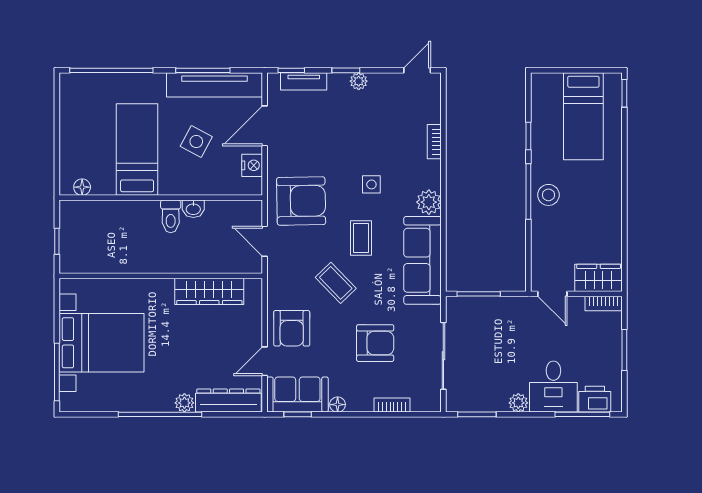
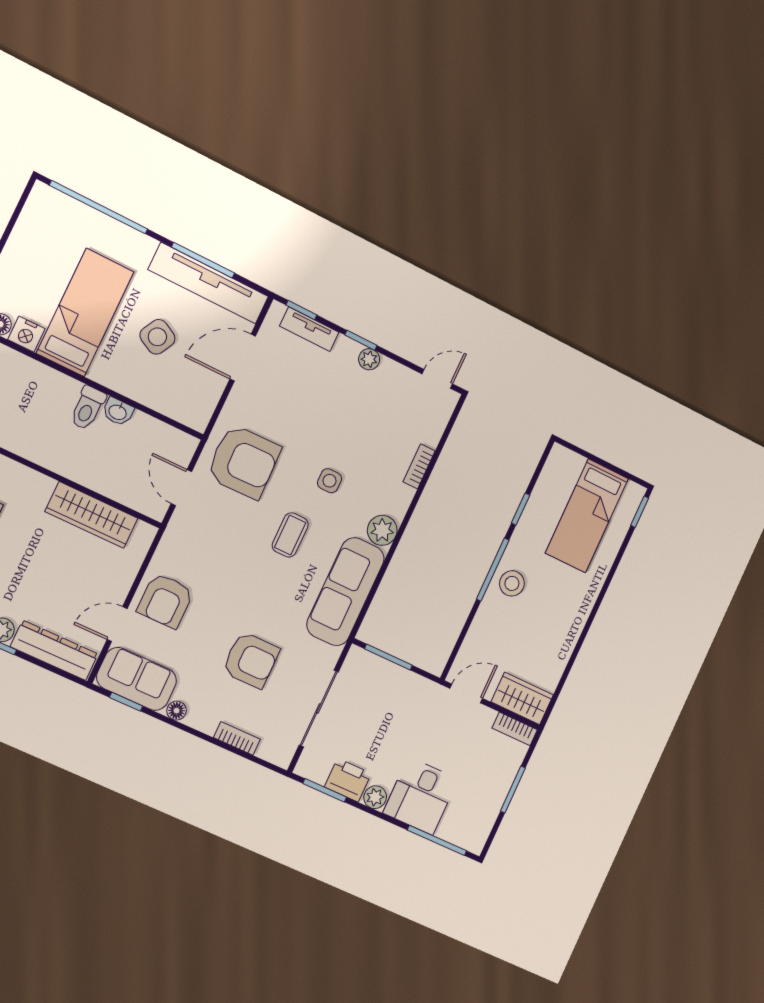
nightstand: (252, 165) -> (26, 334), moved, turned 90
coffee table: (336, 283) -> (239, 572), removed
door: (552, 294) -> (466, 693), swing flipped
printer: (595, 399) -> (348, 780), moved

